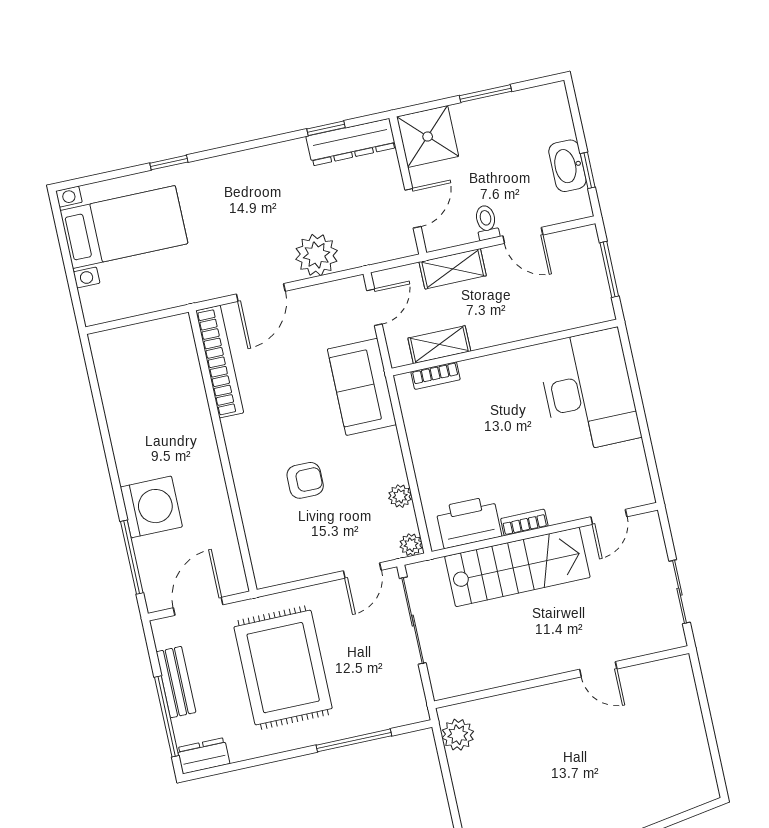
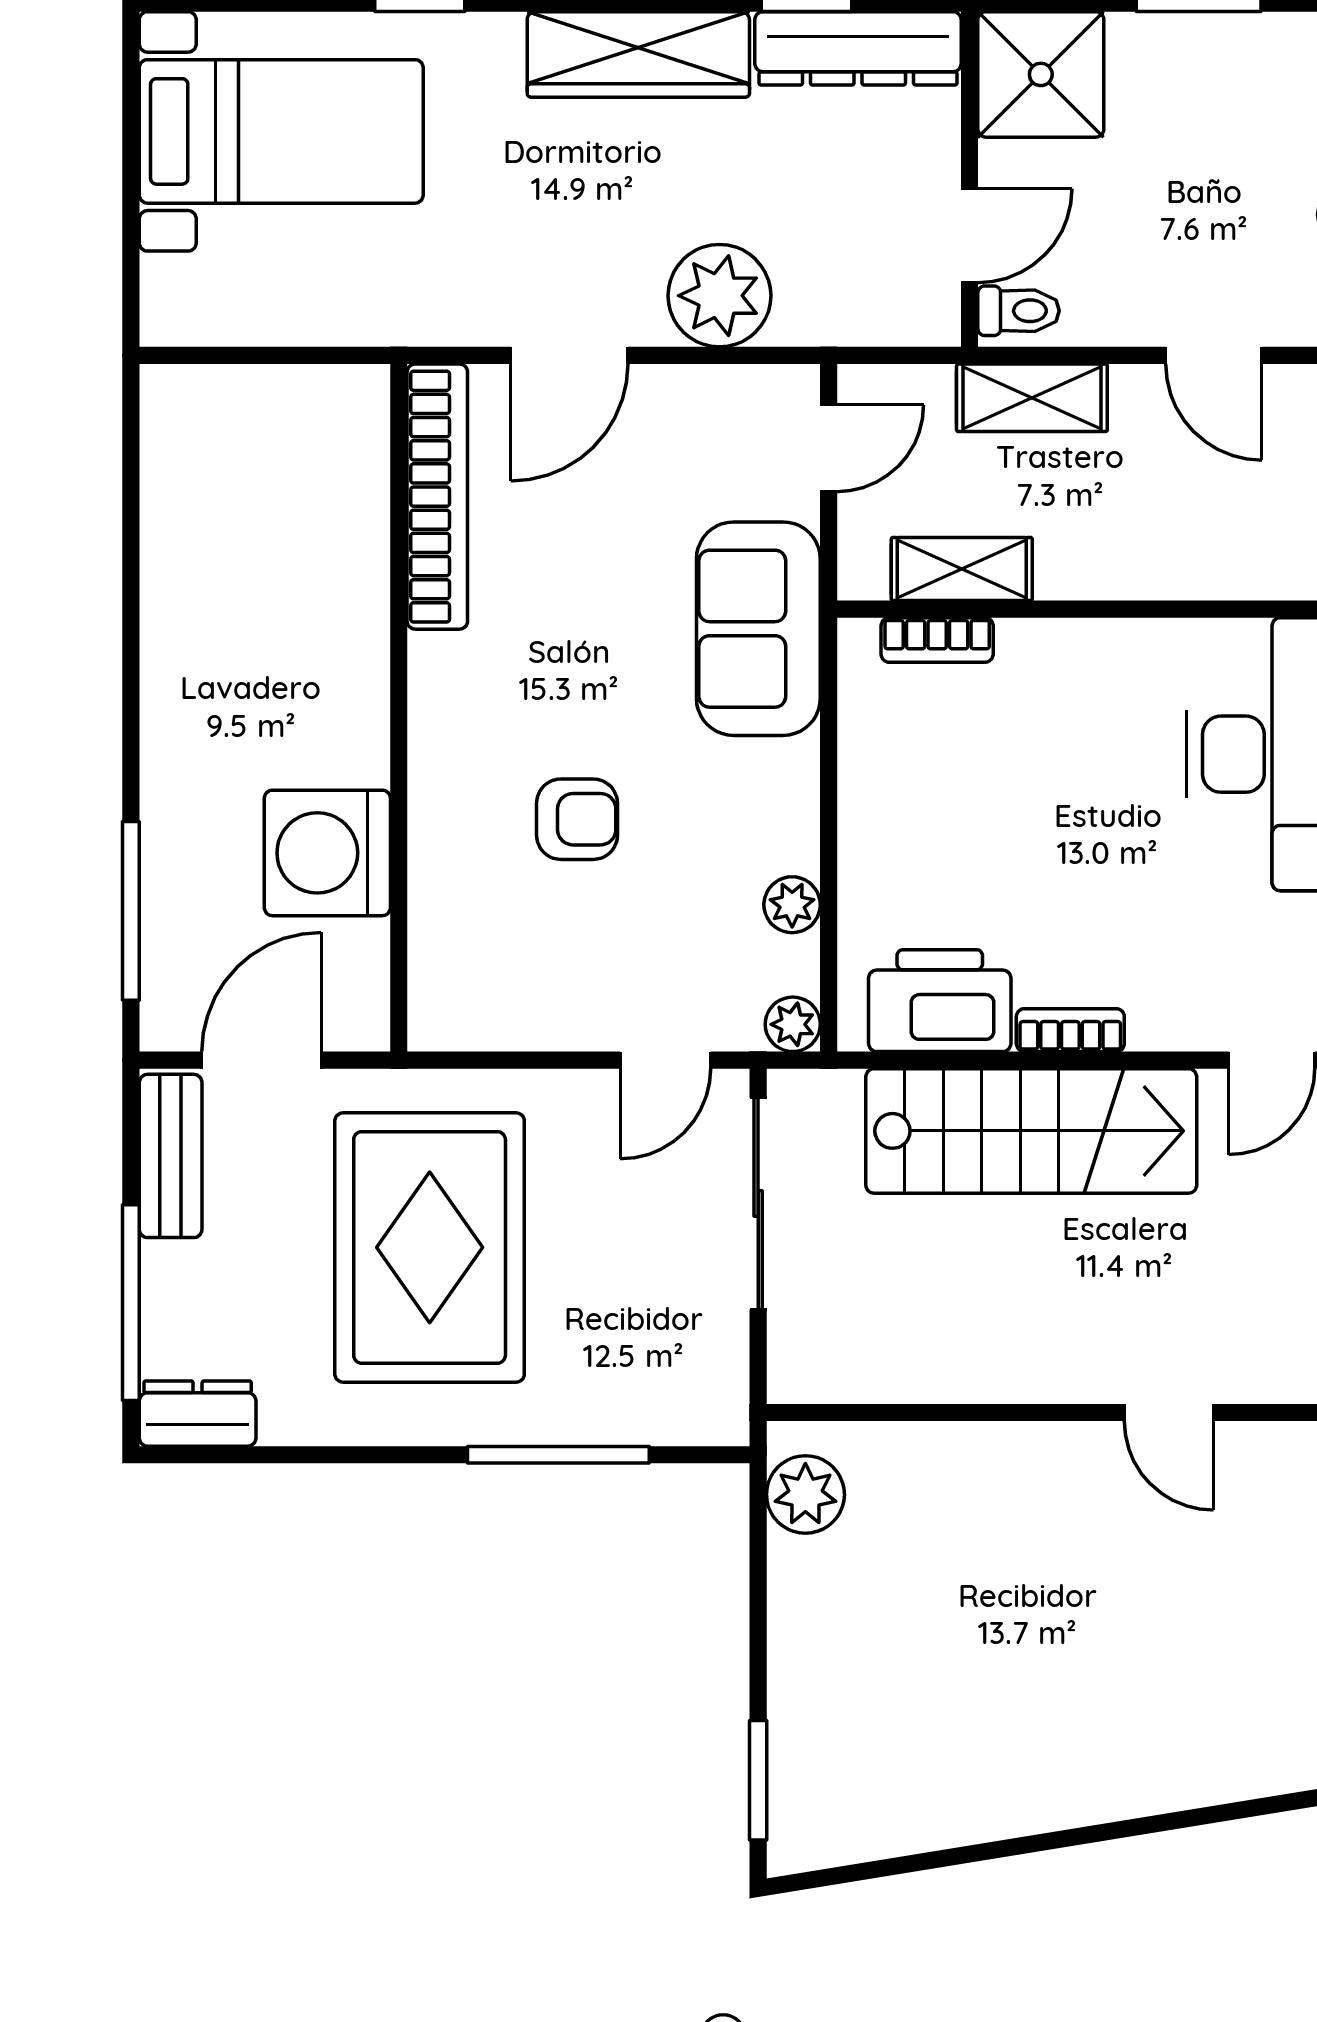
wardrobe: (262, 164) -> (638, 54), added
toilet: (486, 222) -> (1019, 311), moved, turned 90
washing machine: (151, 507) -> (327, 853), moved, turned 180
bench: (176, 682) -> (171, 1156), moved

